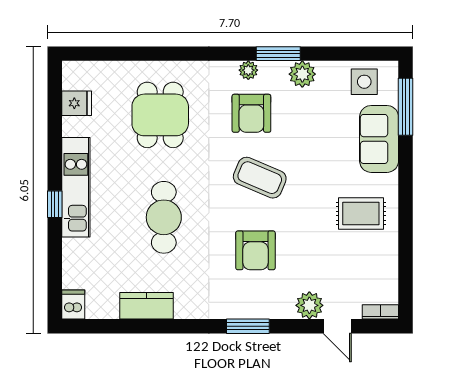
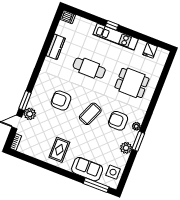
window: (248, 326) -> (25, 101), moved

